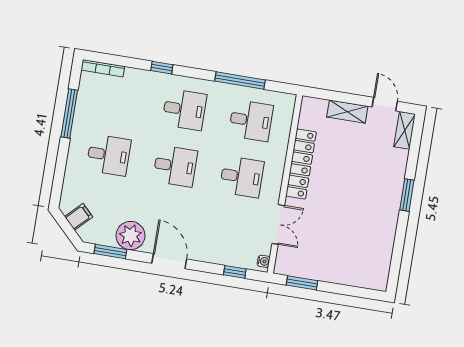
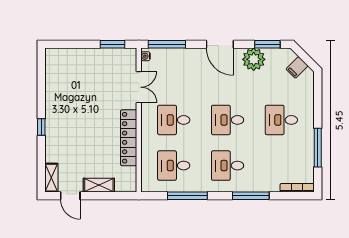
window: (162, 68) -> (251, 196), width x2.17
window: (407, 195) -> (41, 127), width x0.67
double door: (278, 224) -> (139, 87), swing flipped
window: (235, 272) -> (167, 44), width x2.17

